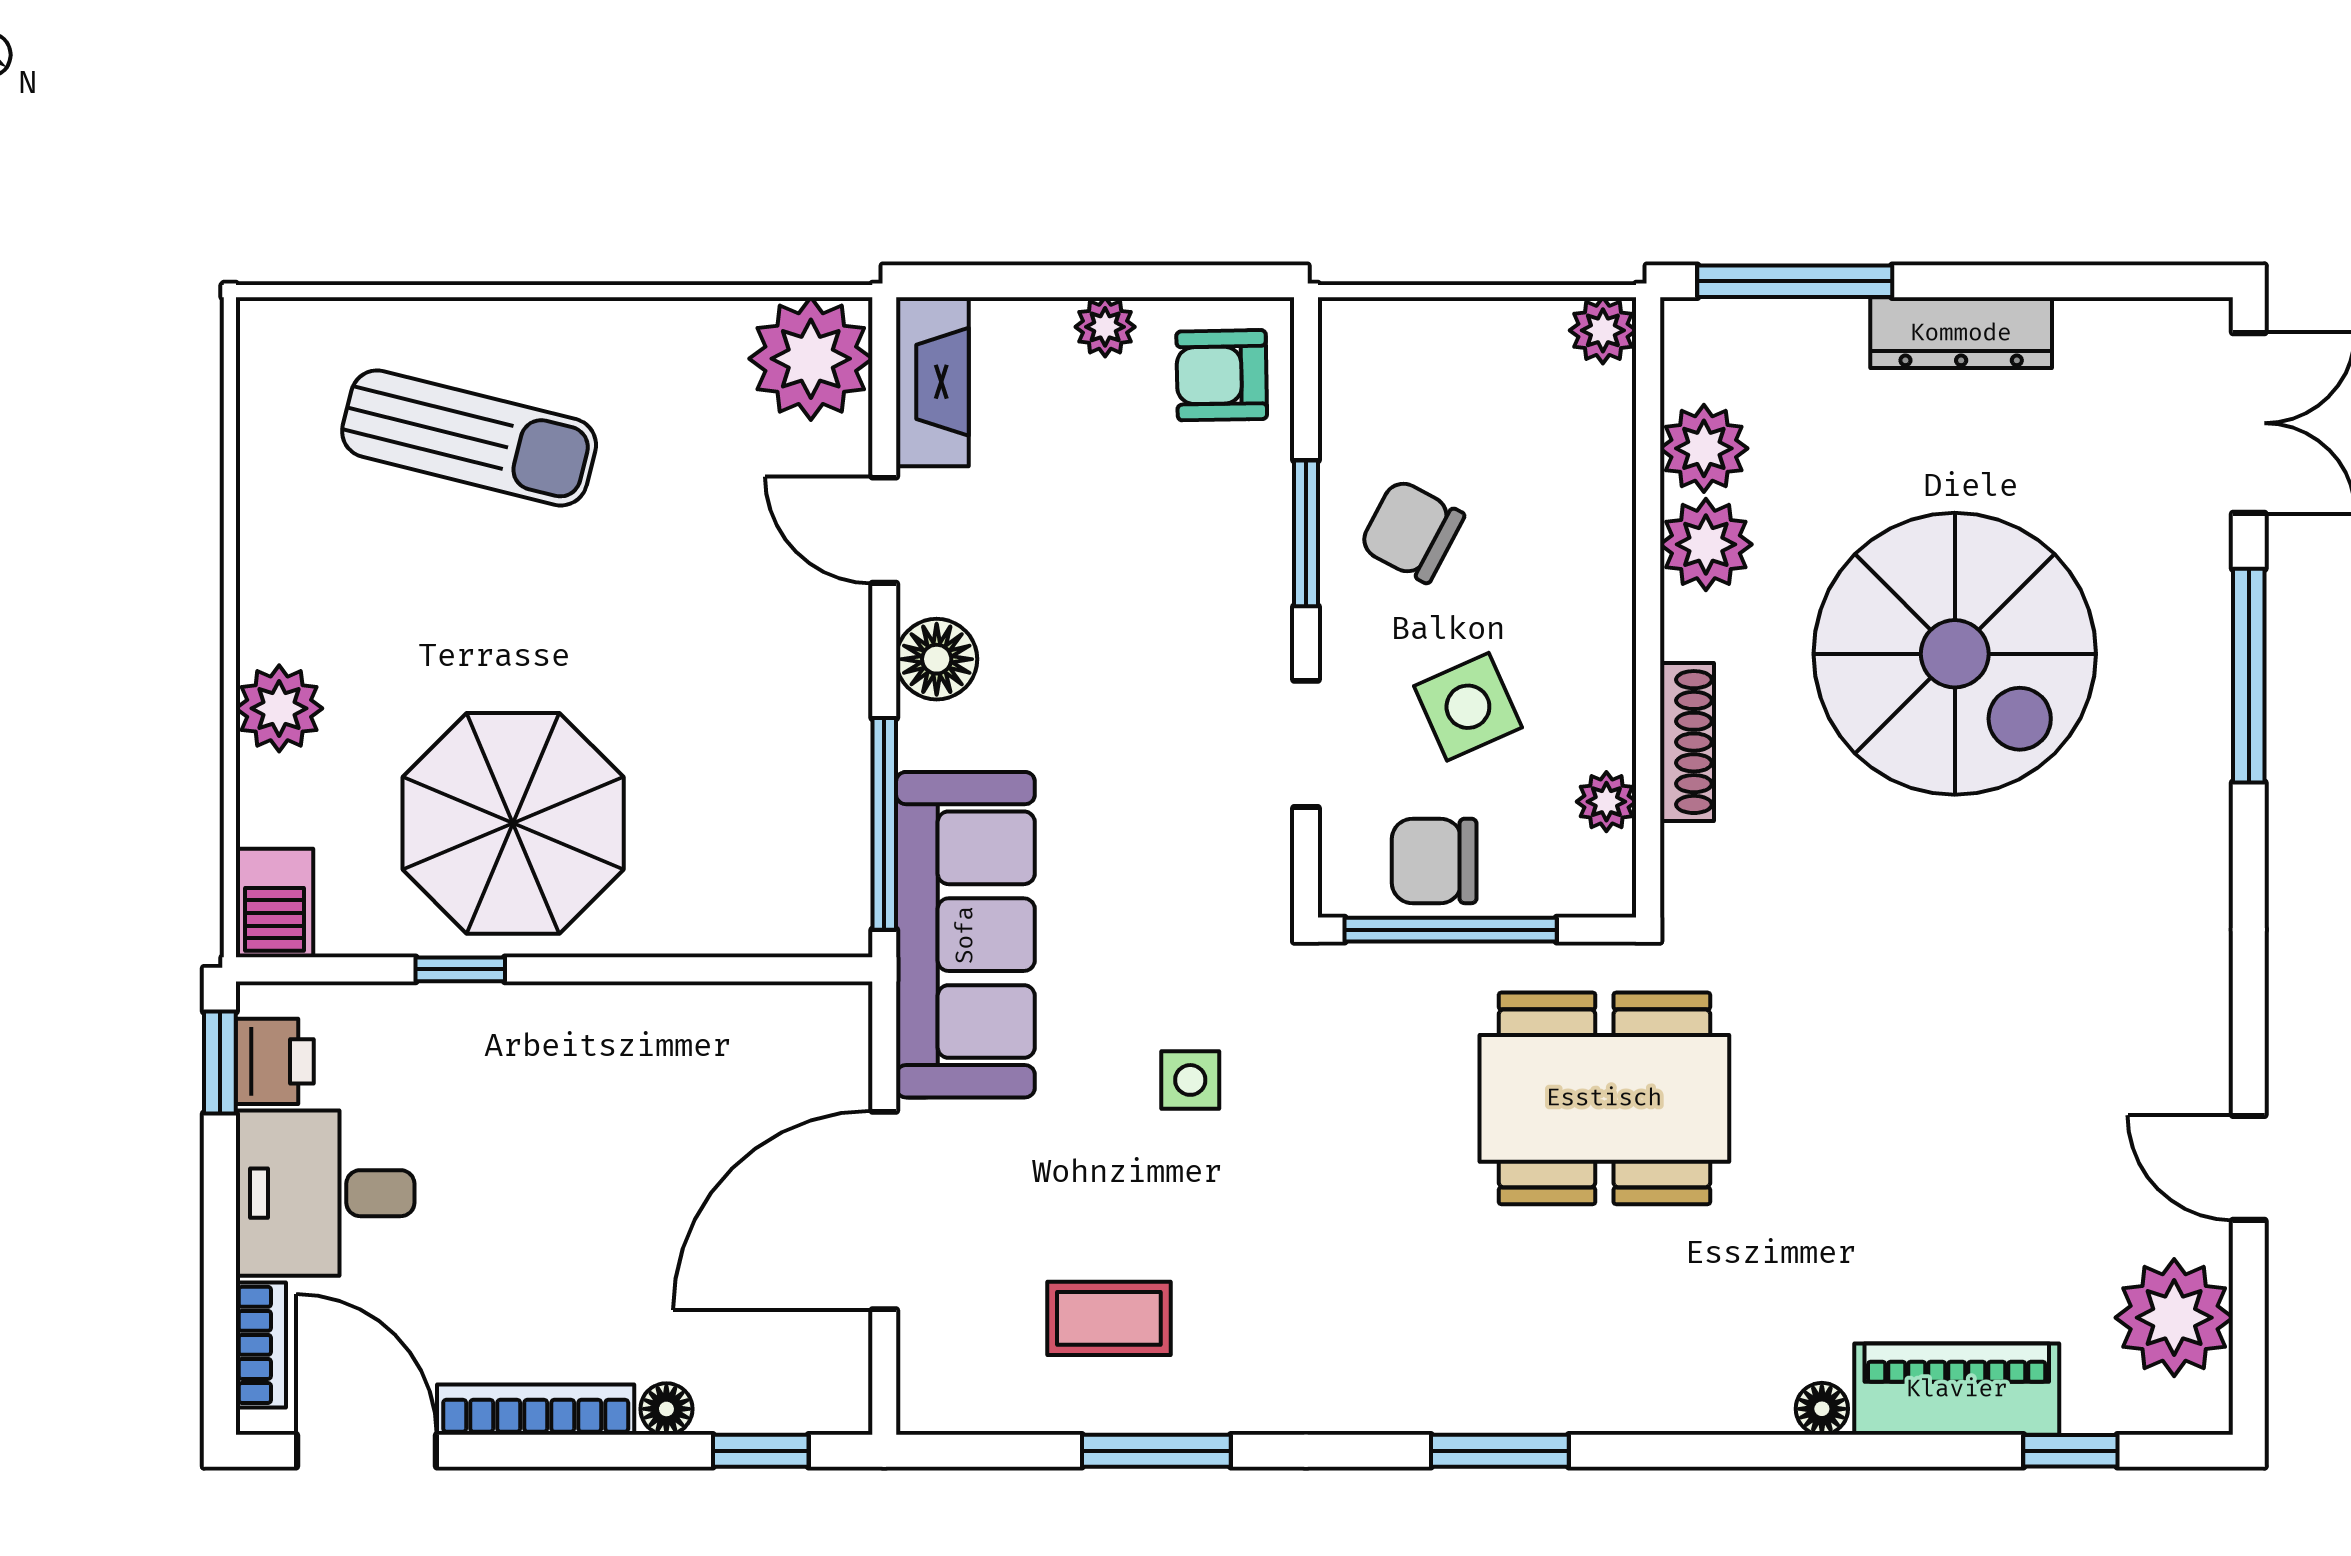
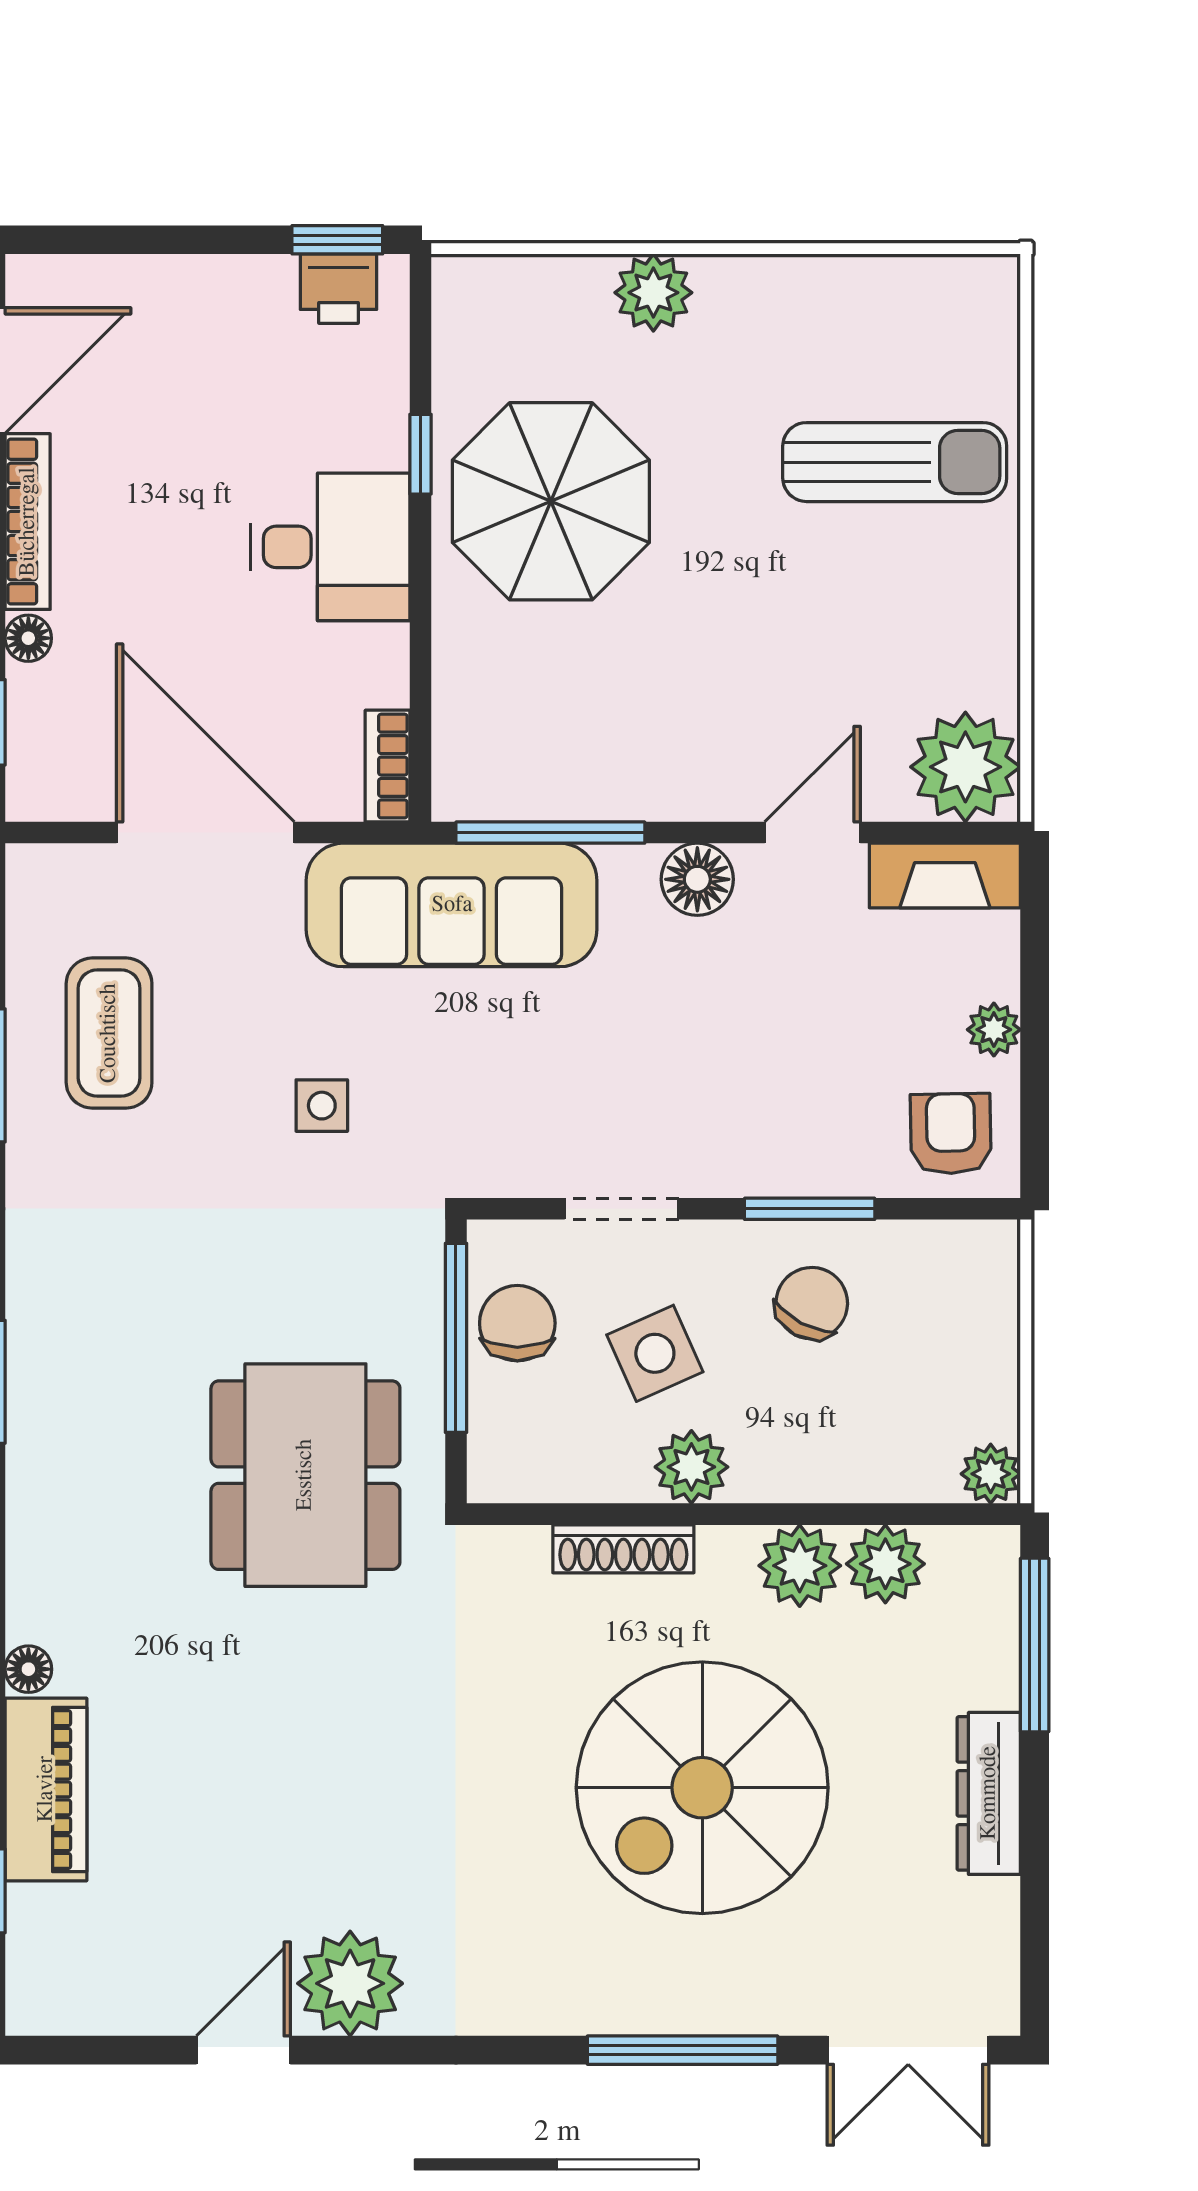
sun lounger: (469, 438) -> (895, 462), turned -104
plant: (1606, 802) -> (691, 1467), moved, width x1.38, depth x1.38
barbecue: (274, 903) -> (480, 288), removed
desk: (325, 1193) -> (330, 547), moved, turned 90
coffee table: (1109, 1318) -> (109, 1033), width x1.36, depth x1.30
plant: (2174, 1318) -> (350, 1983), moved
bookcase: (261, 1345) -> (388, 766), moved, turned 90

